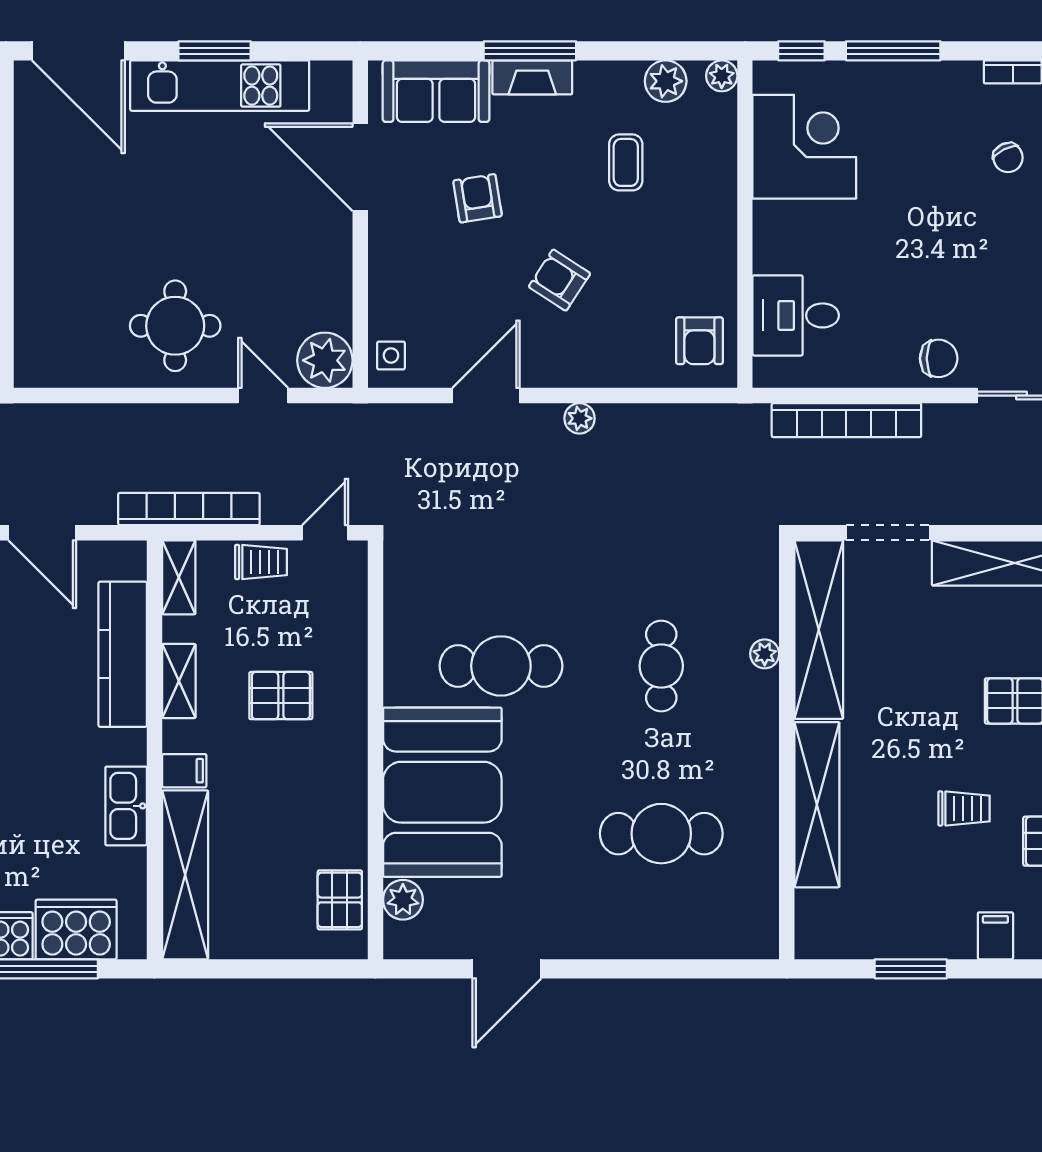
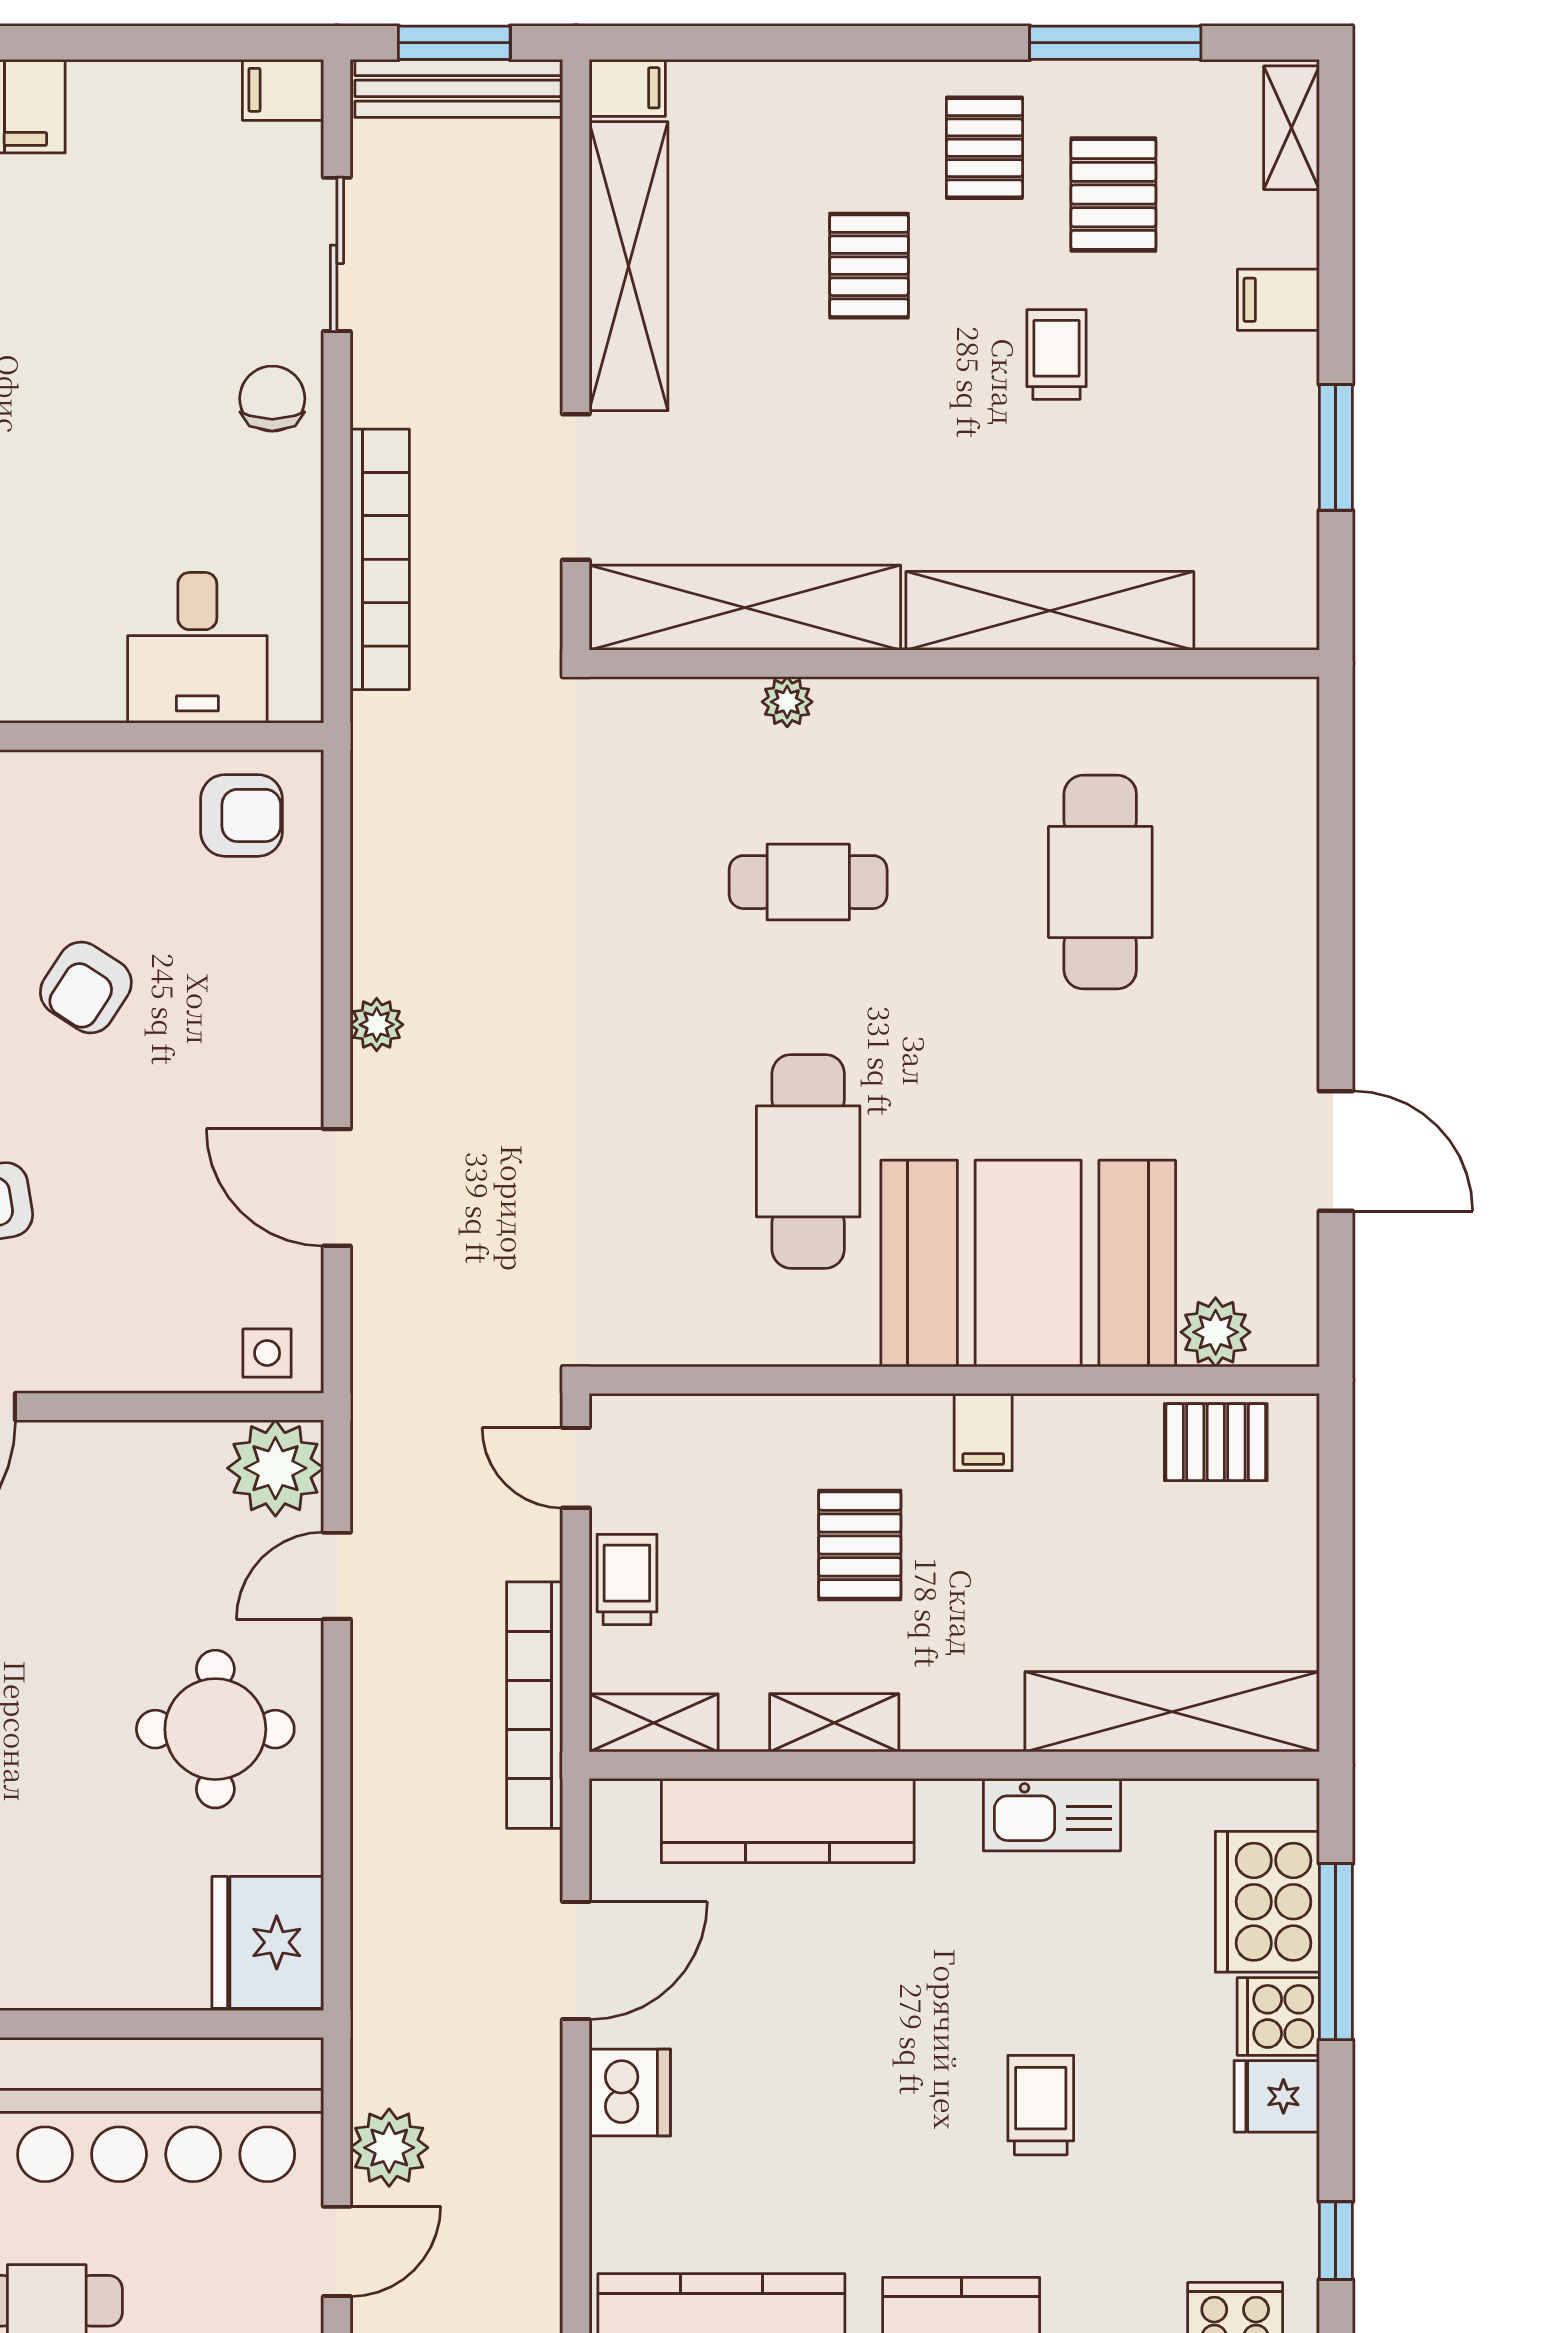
armchair: (559, 280) -> (86, 987), moved
fridge: (53, 356) -> (268, 1942), added
filing cabinet: (184, 771) -> (983, 1432), moved, turned 180

